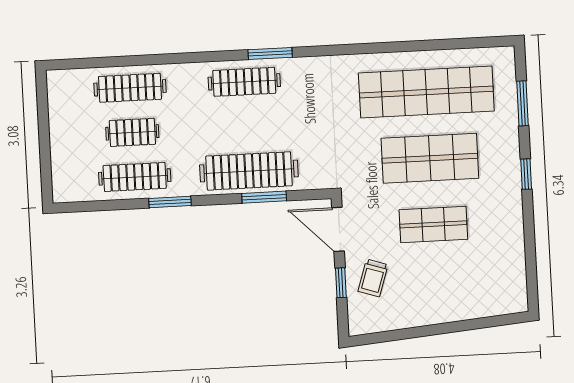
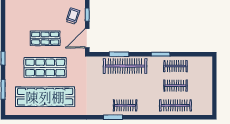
clothes rail: (244, 82) -> (125, 105), width x0.73
clothes rail: (135, 177) -> (175, 66), width x0.73
door: (338, 229) -> (87, 38), swing flipped

